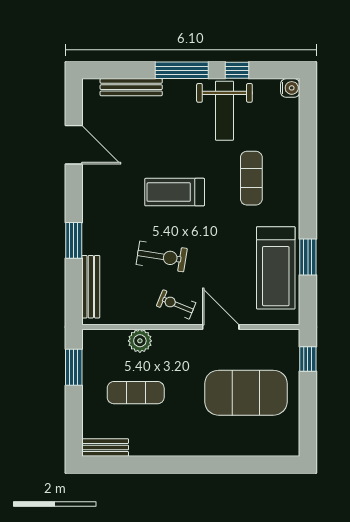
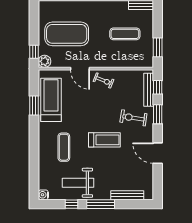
weight bench: (224, 111) -> (78, 183), turned -90
door: (74, 145) -> (158, 153), moved
exercise bike: (162, 257) -> (133, 118), moved
window: (74, 292) -> (158, 87), added
plant: (140, 341) -> (45, 61), moved

